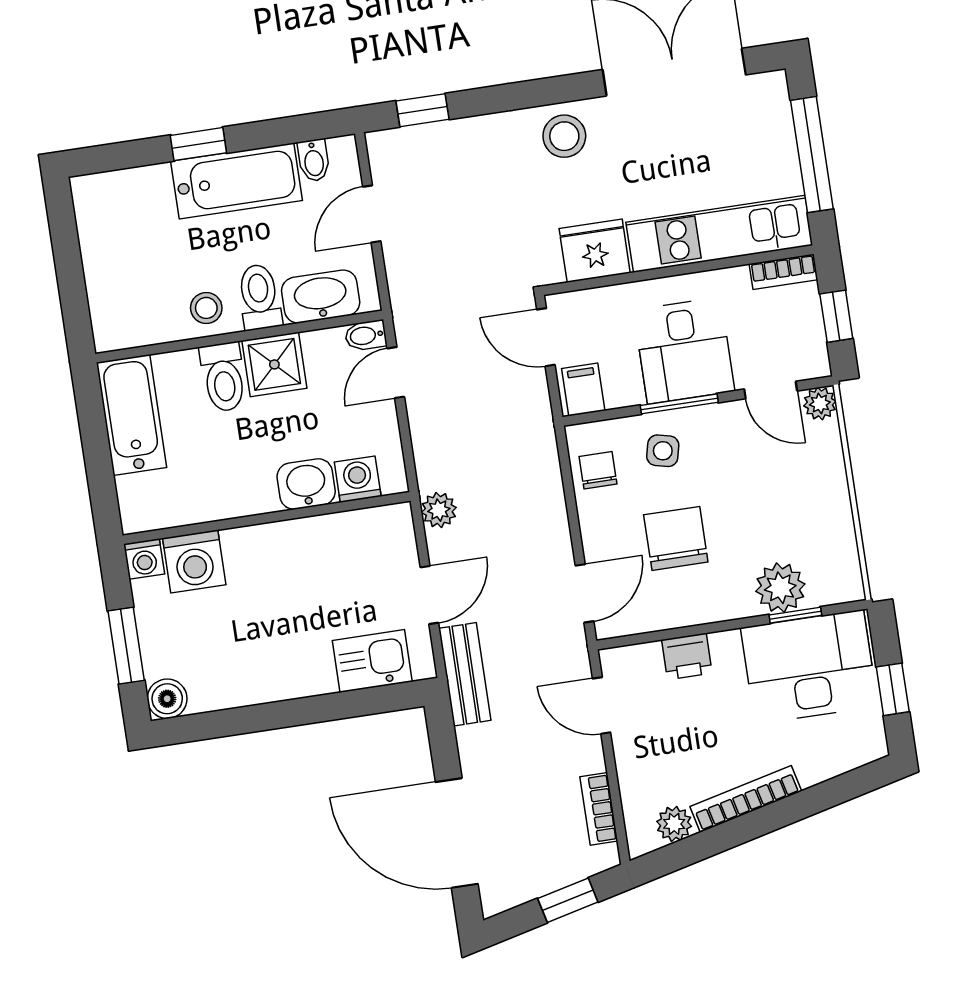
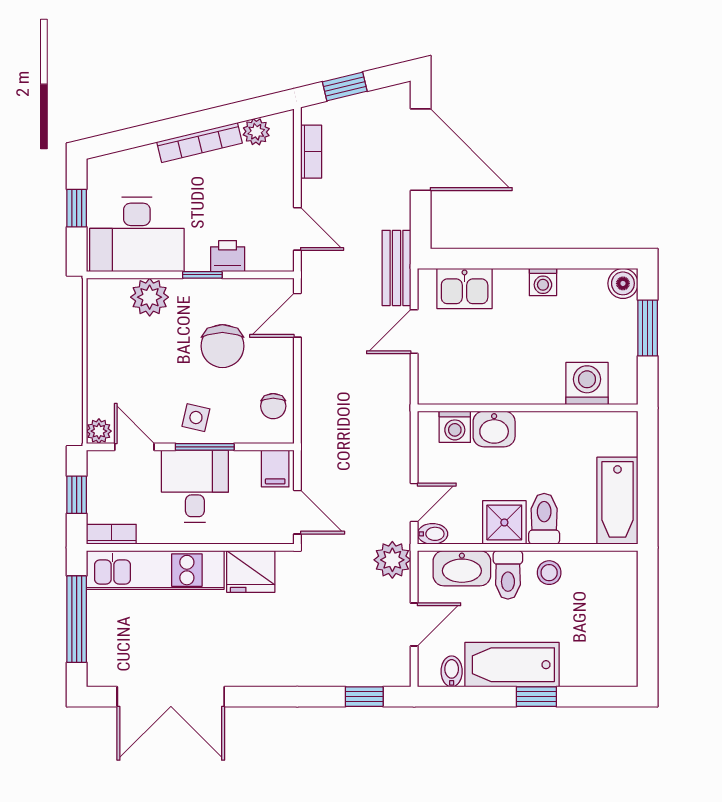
stool: (564, 136) -> (261, 661), removed
side table: (663, 451) -> (196, 418), moved
plant: (439, 510) -> (392, 560), moved, width x1.38, depth x1.38
washing machine: (144, 559) -> (543, 282), moved, turned 180
window: (795, 615) -> (202, 275), moved

